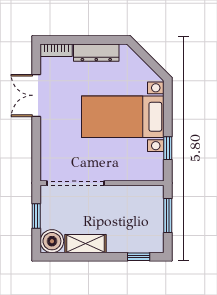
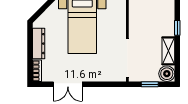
window: (139, 257) -> (177, 28), moved

